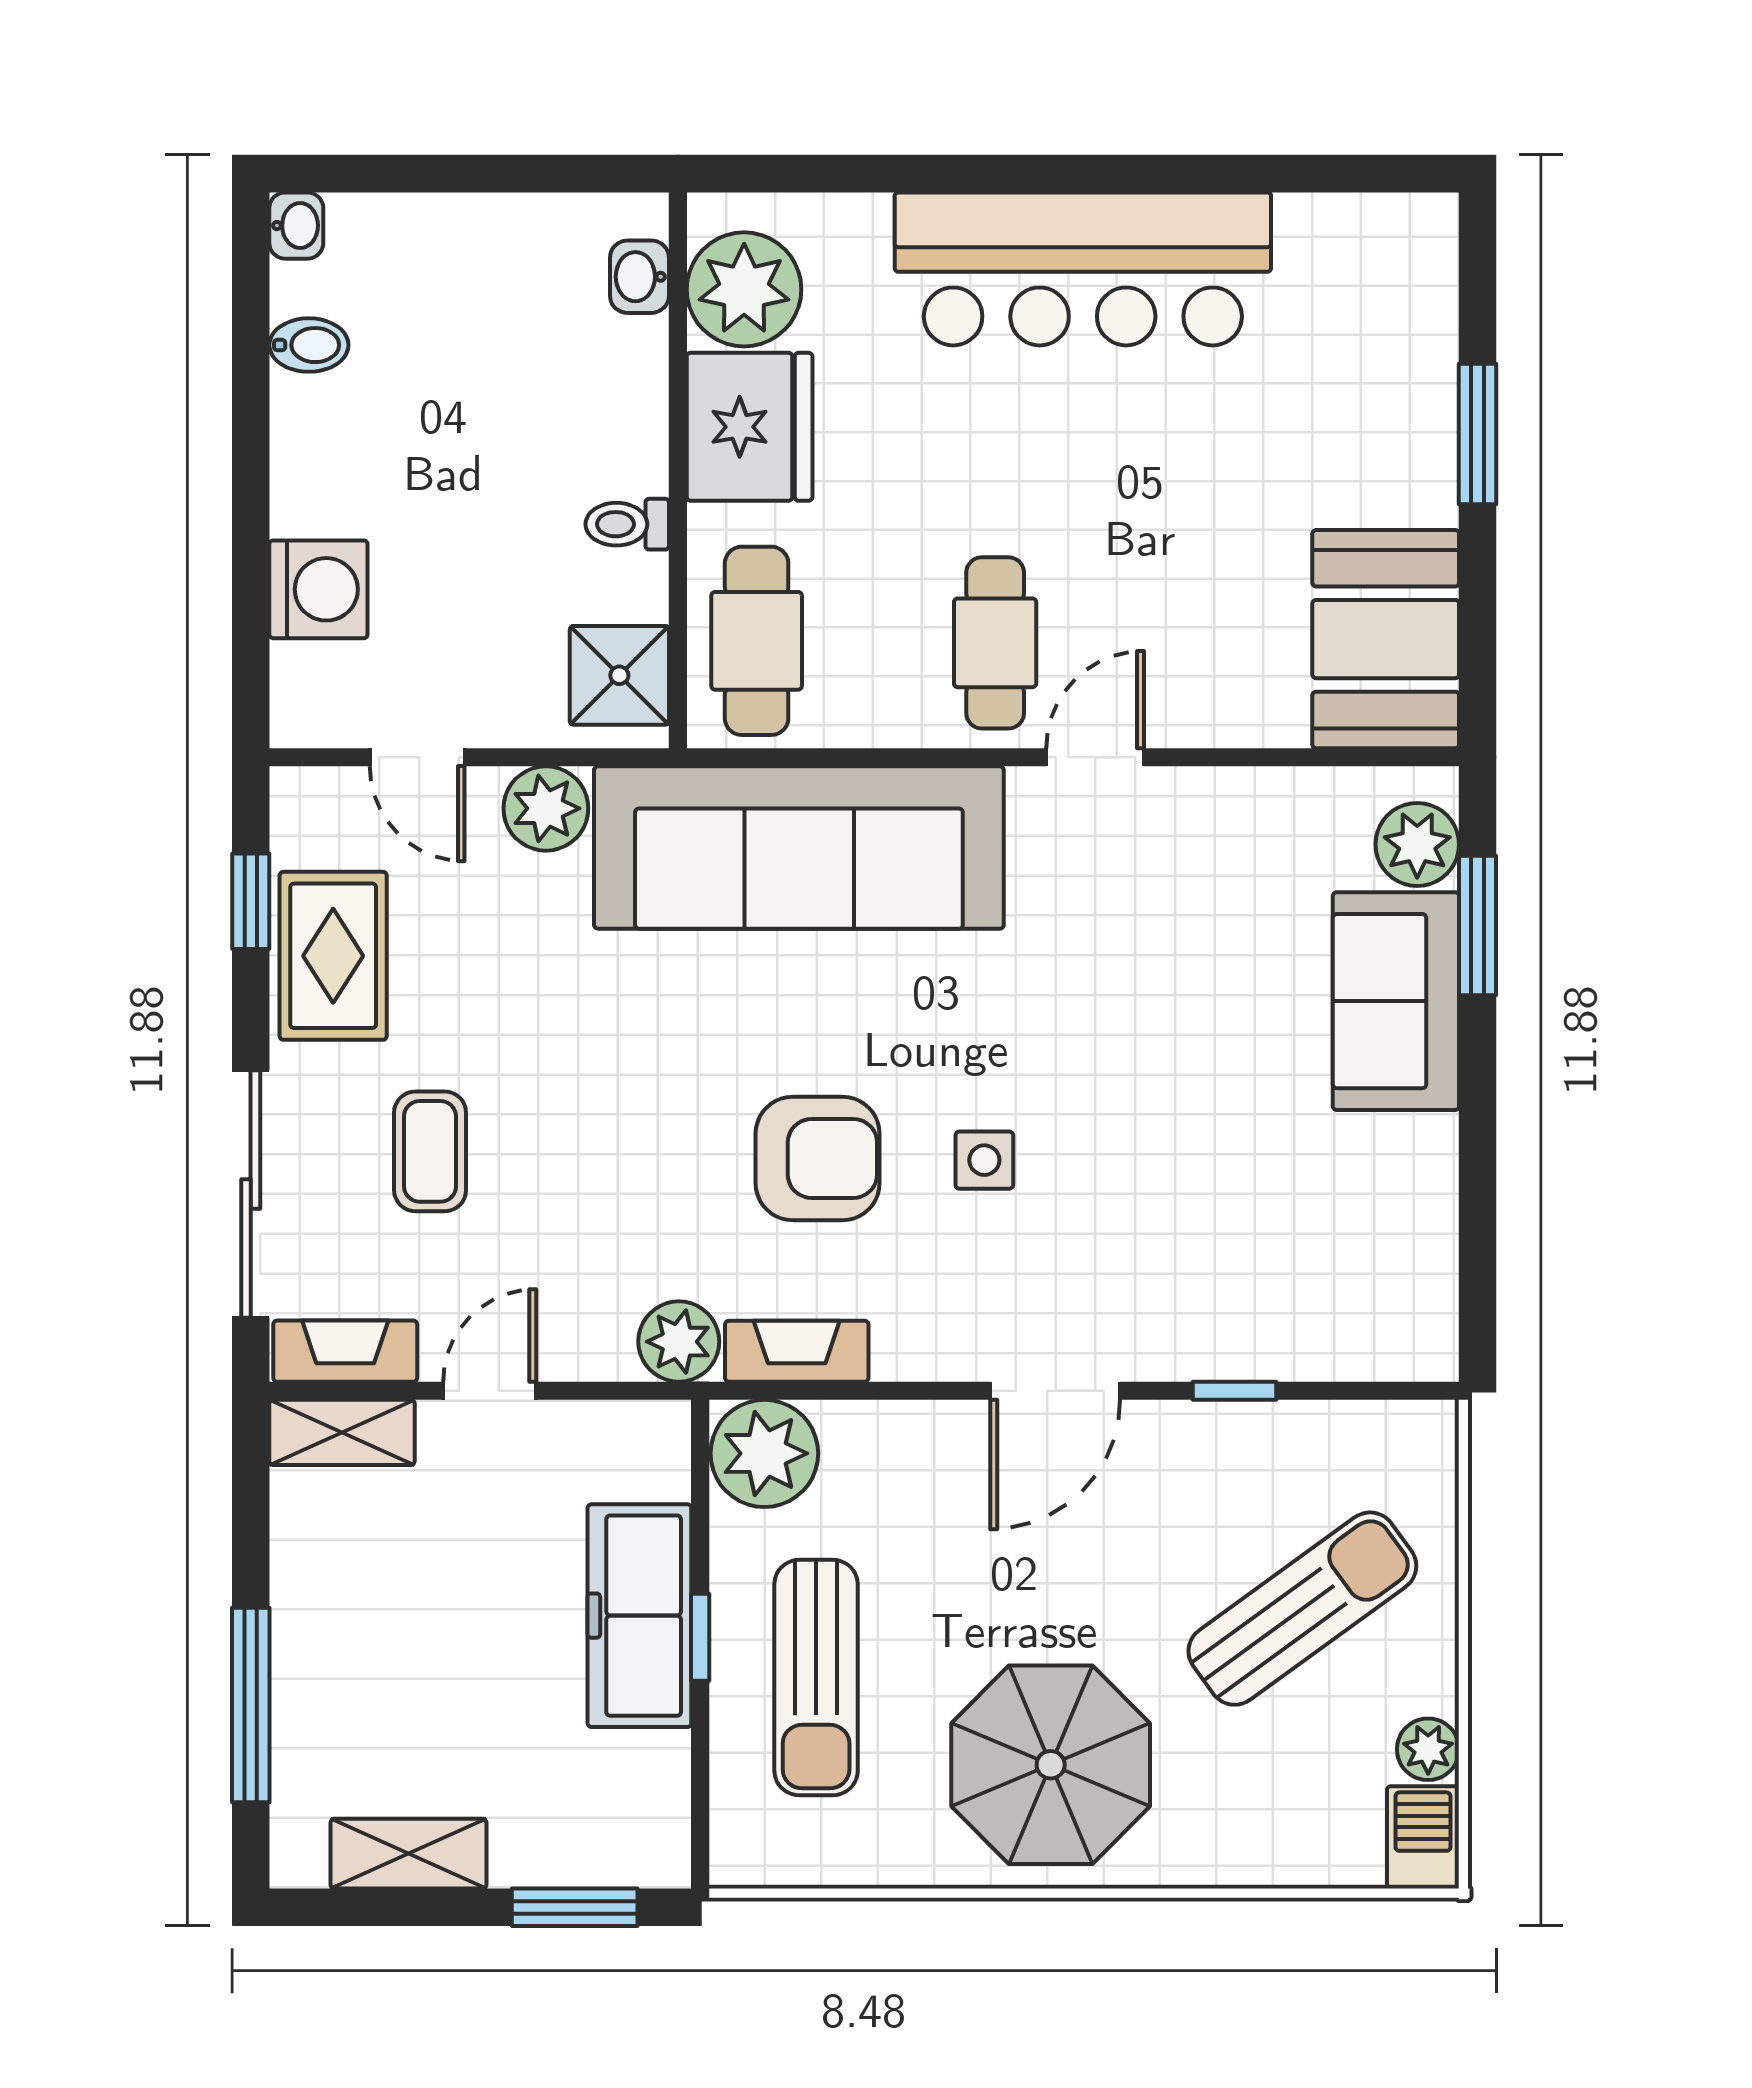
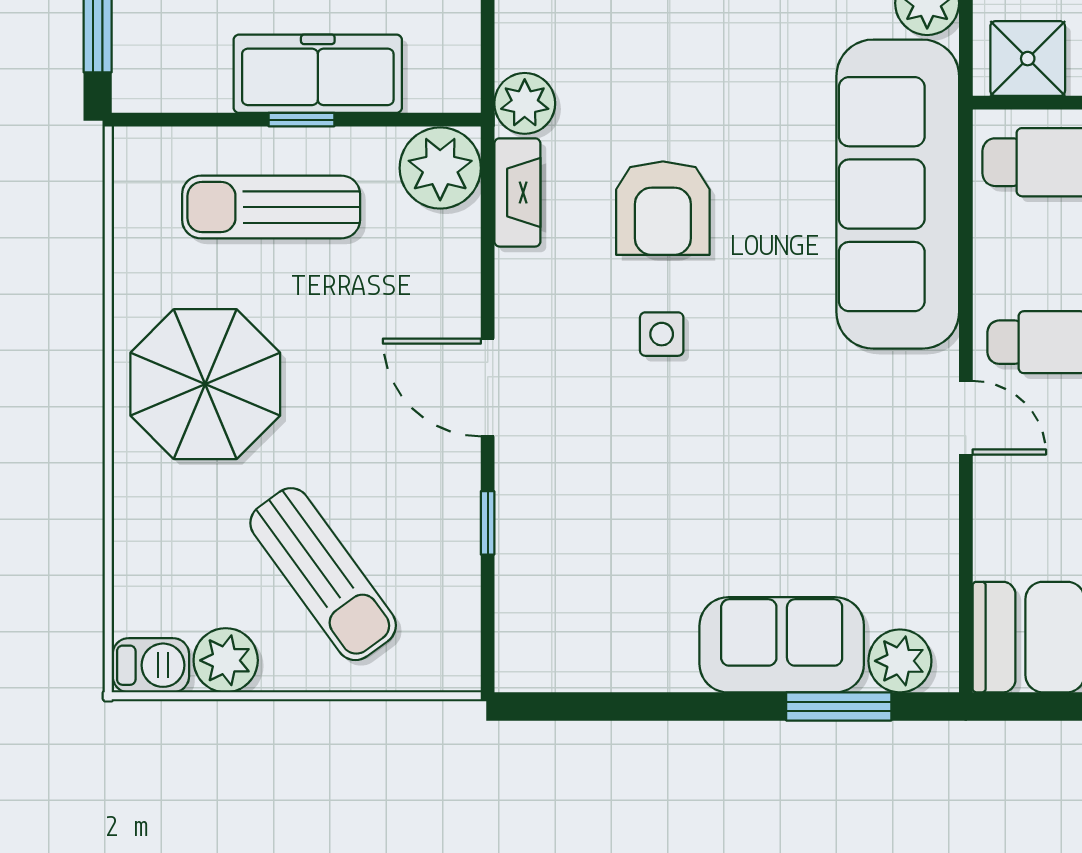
plant: (1428, 1749) -> (226, 660), width x1.38, depth x1.38

